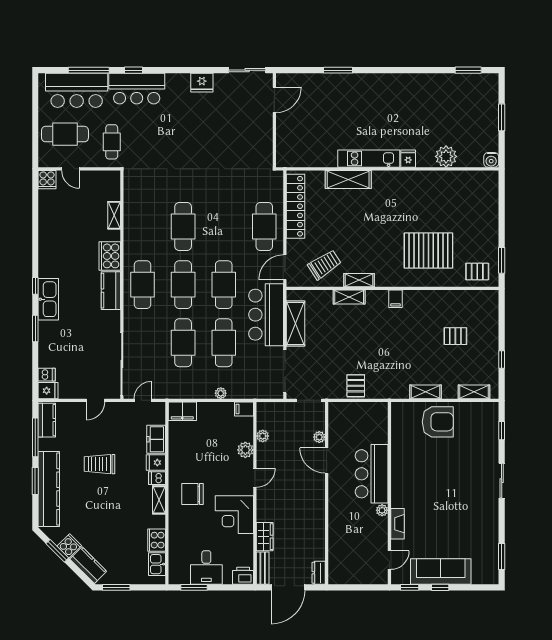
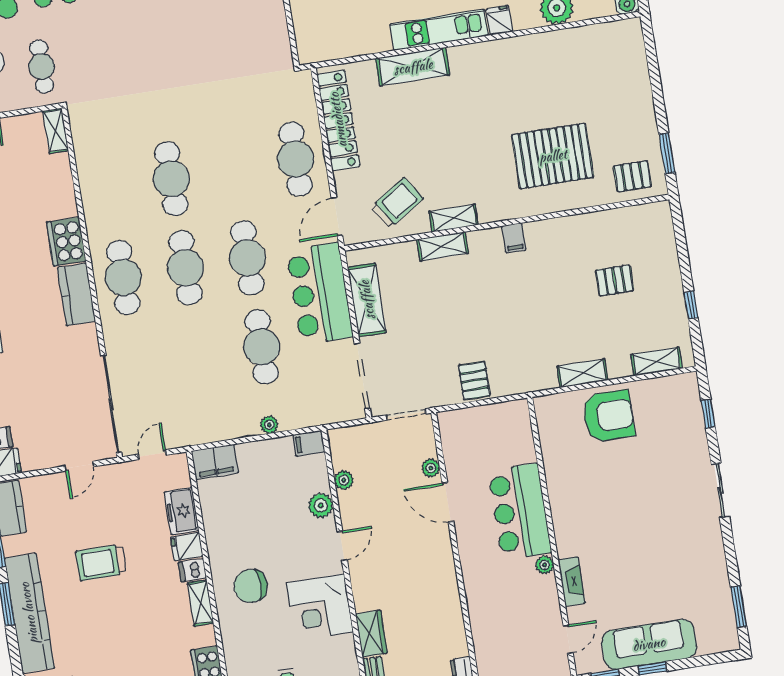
shelving: (114, 215) -> (56, 131), moved
cafe table: (183, 343) -> (199, 357), removed

